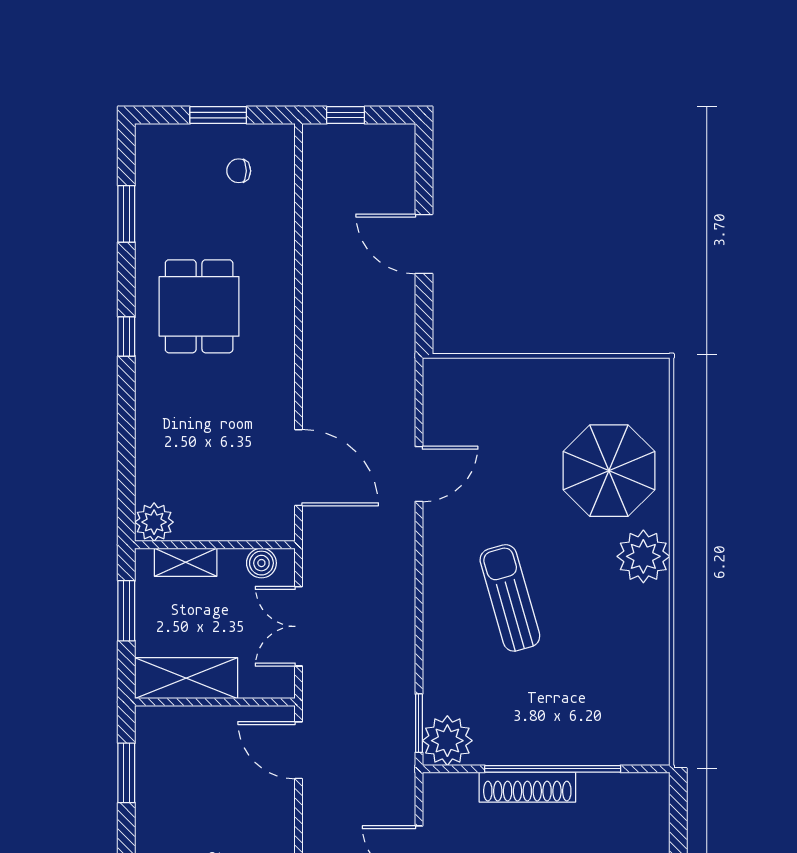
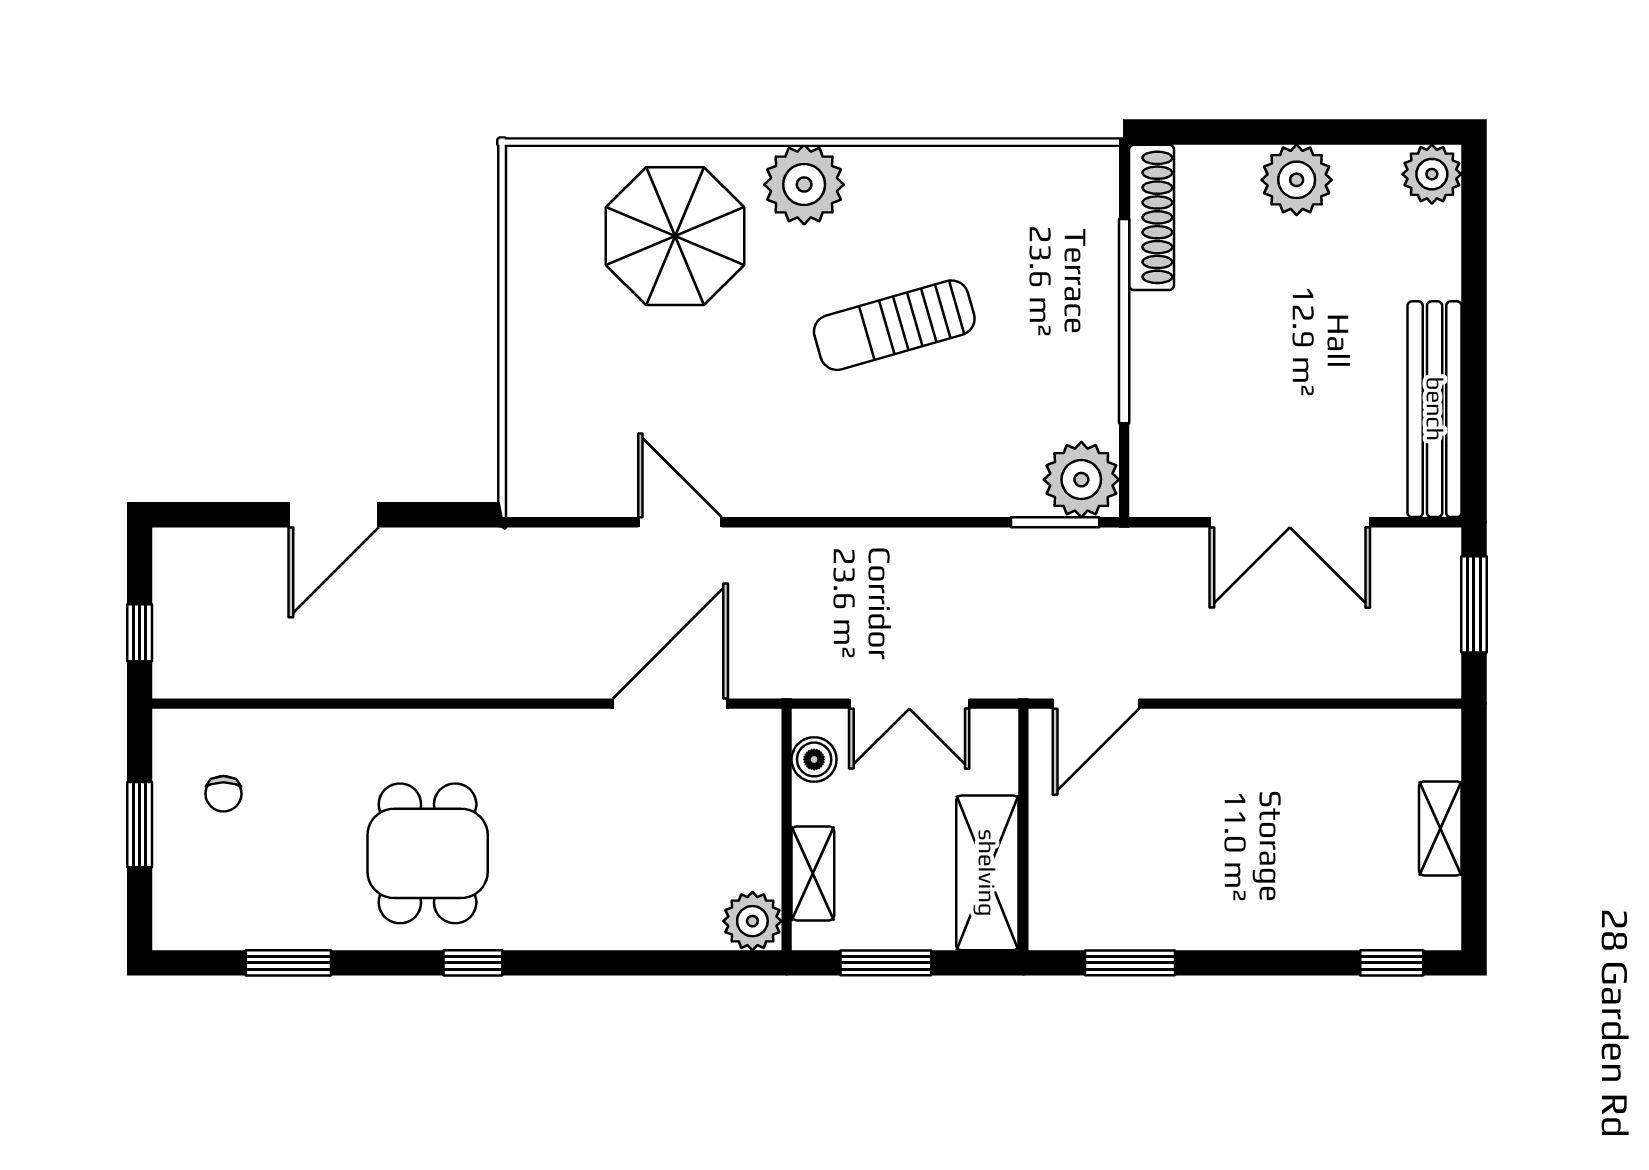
dining table: (199, 306) -> (428, 853), turned 90
sun lounger: (510, 598) -> (894, 325), moved
shoe rack: (527, 787) -> (1152, 217), moved

